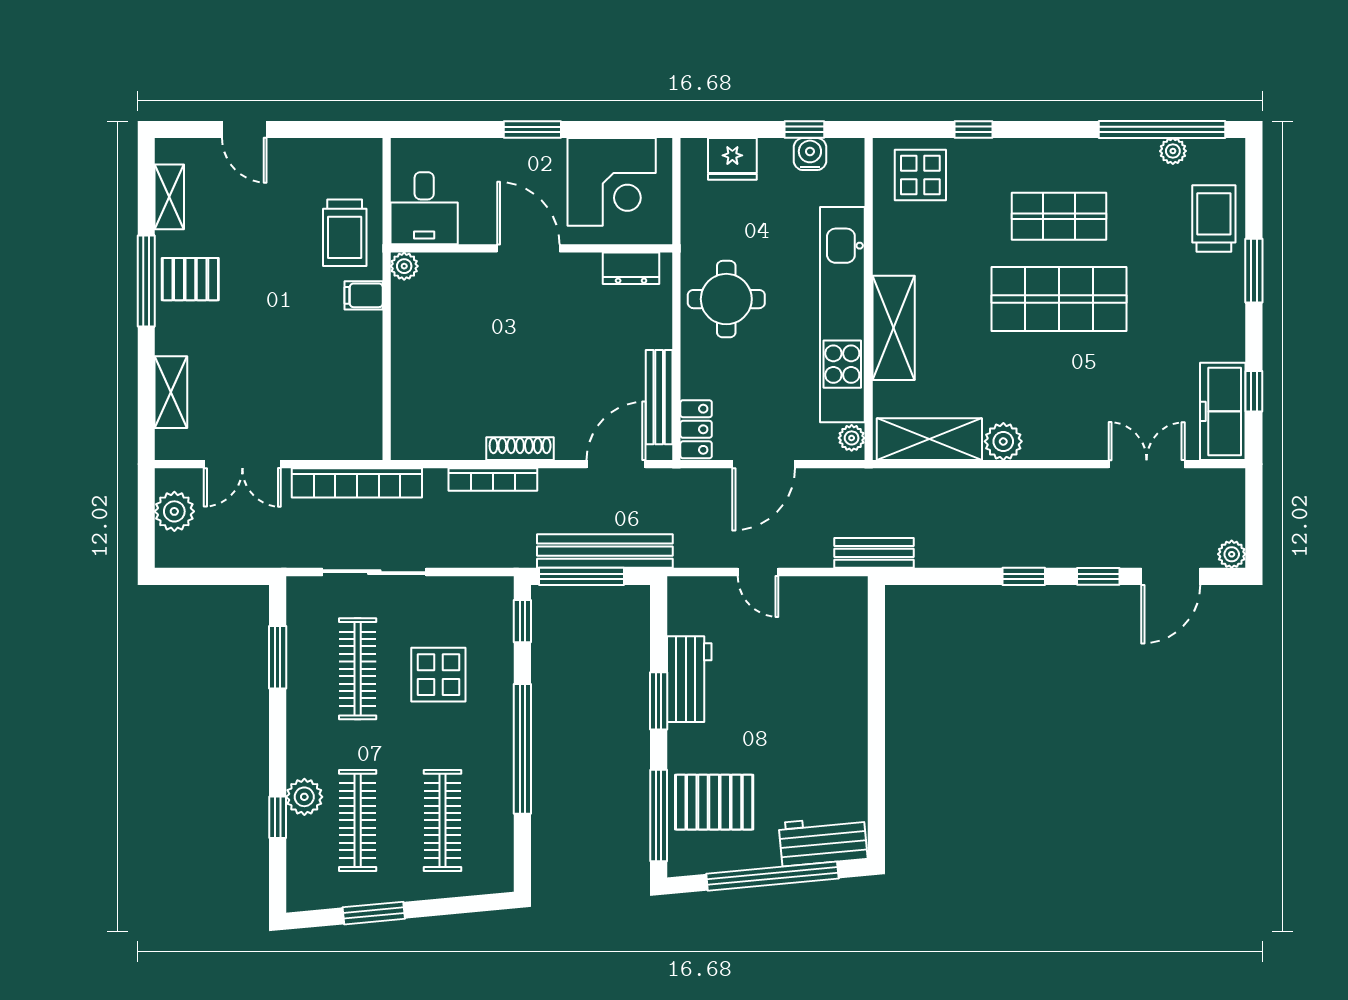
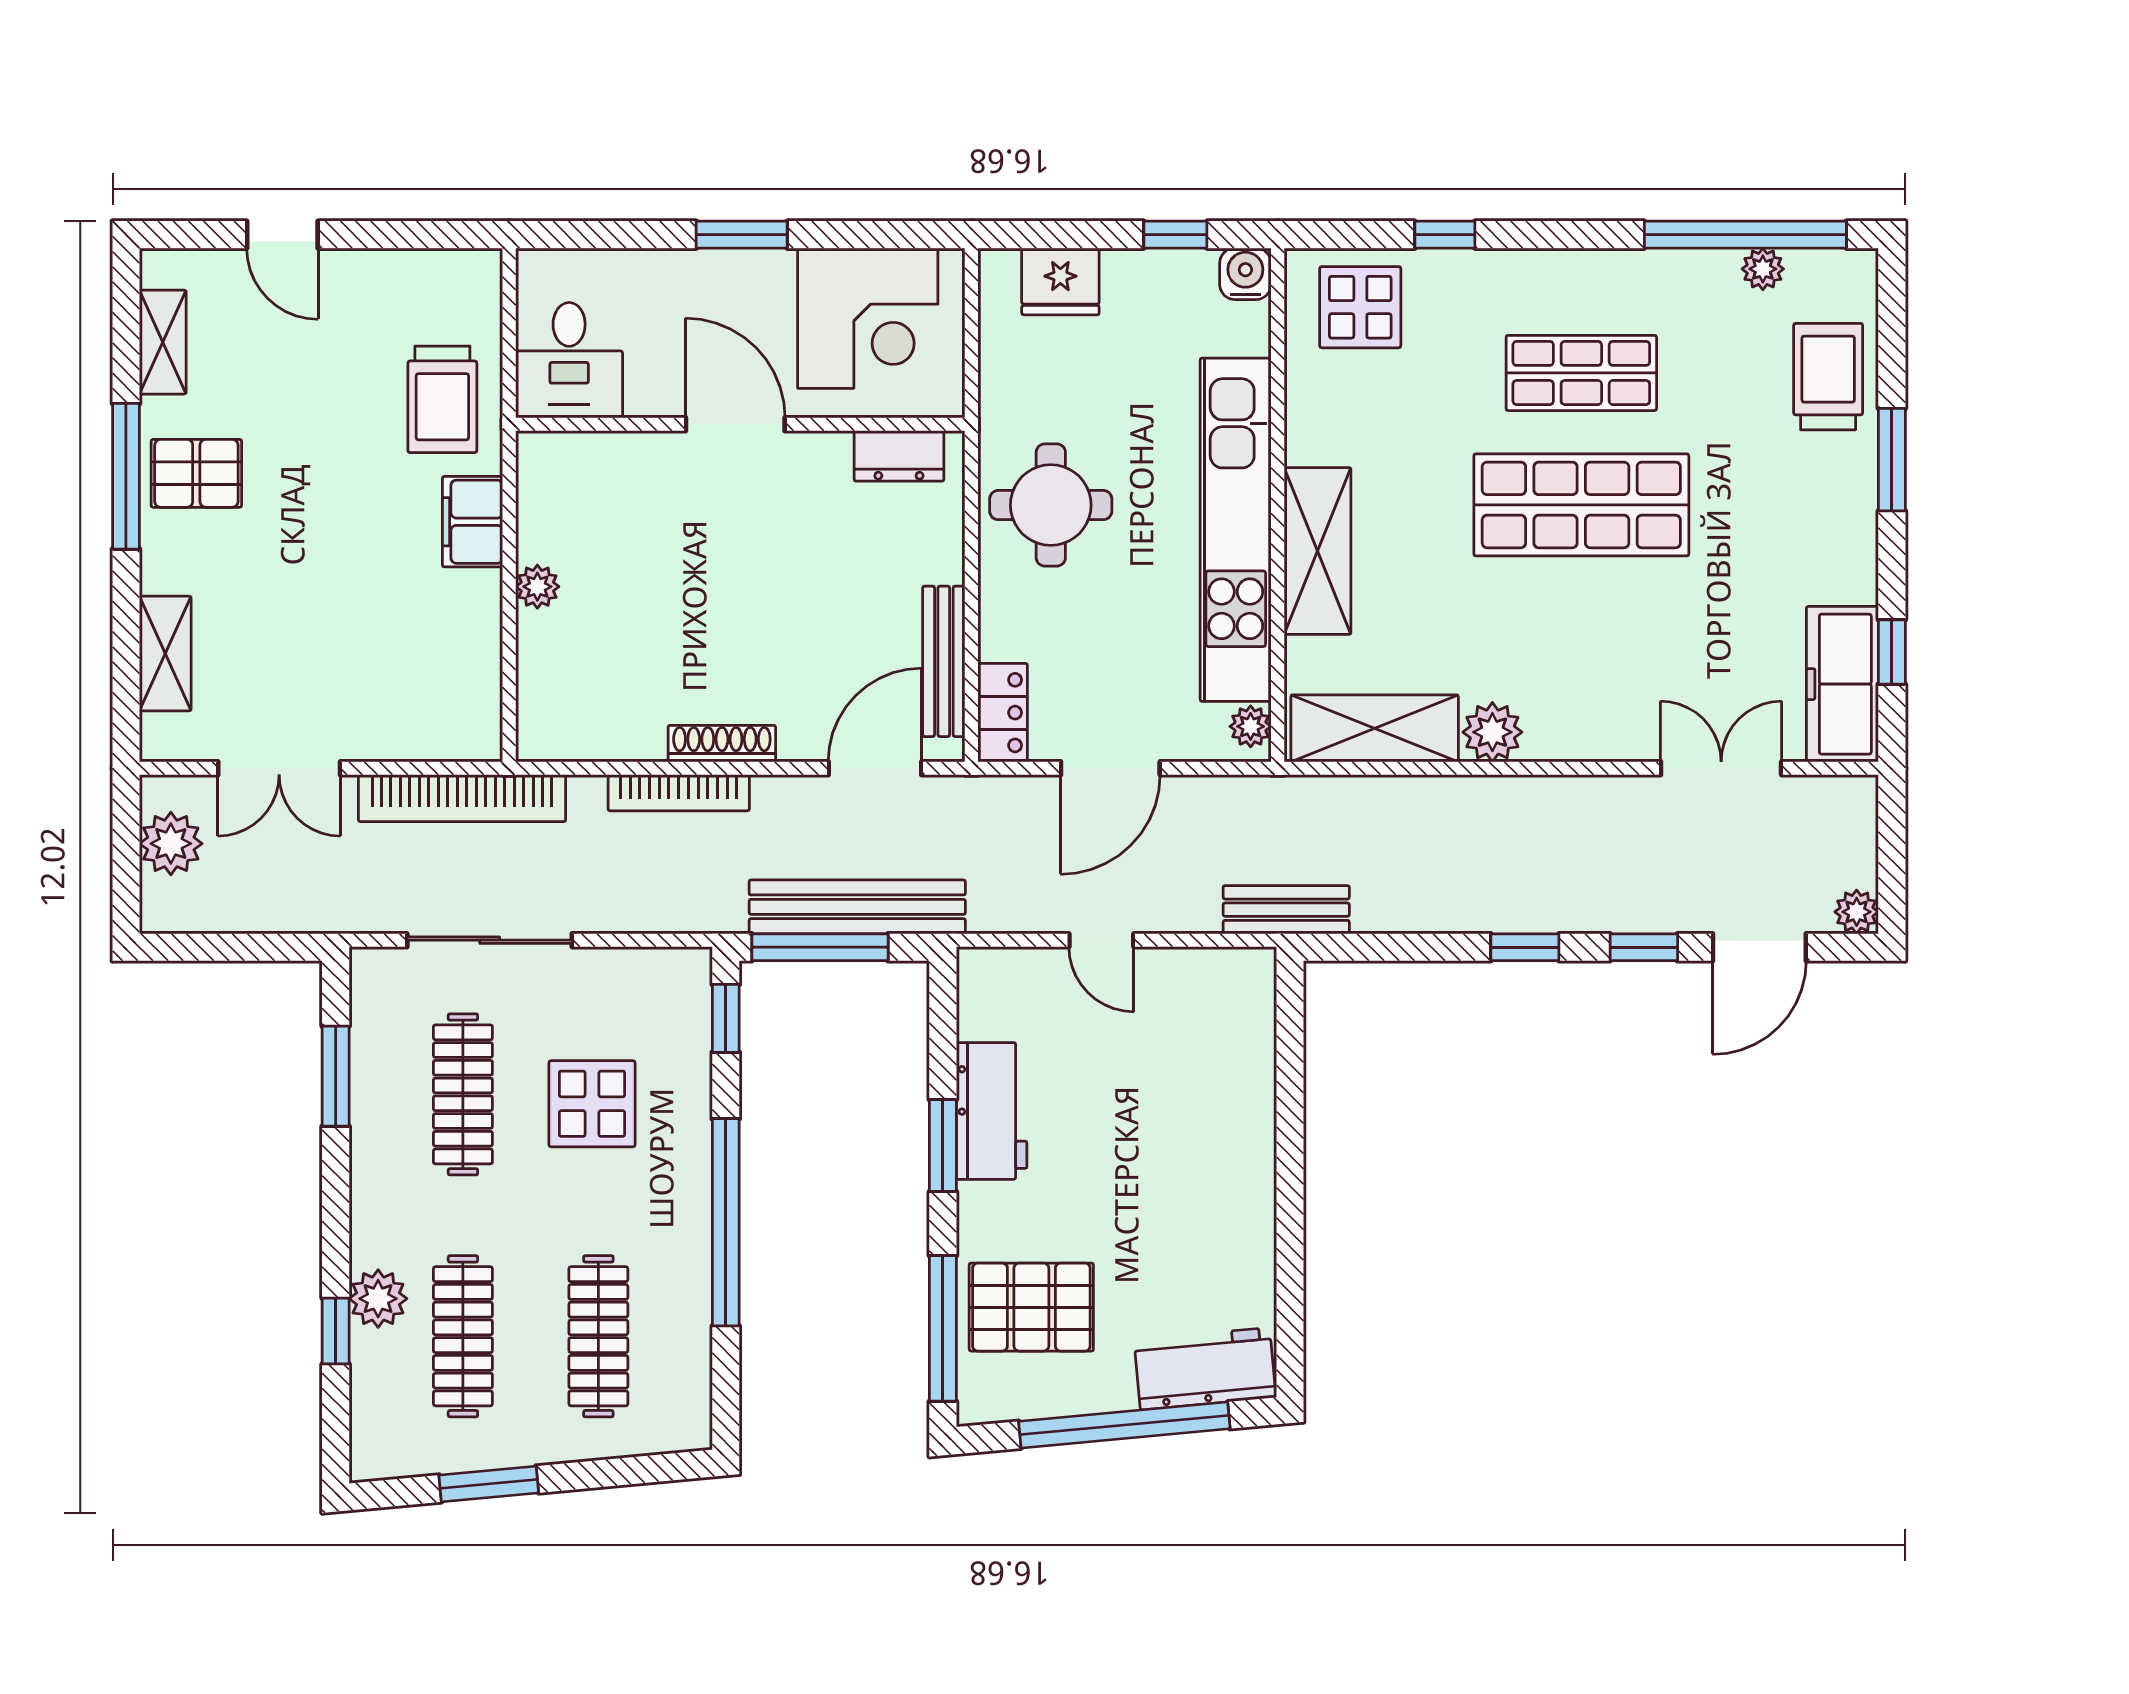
water cooler: (810, 154) -> (1245, 274), moved
plant: (404, 266) -> (537, 587), moved
filing cabinet: (364, 295) -> (473, 522), width x2.00

